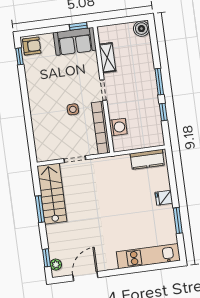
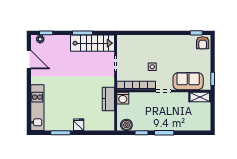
boiler: (141, 29) -> (126, 125), moved
sofa: (75, 41) -> (188, 81), moved, turned 90
shelving: (107, 58) -> (200, 97), moved
washing machine: (118, 127) -> (123, 98), moved
kitchen counter: (147, 159) -> (108, 99), moved

